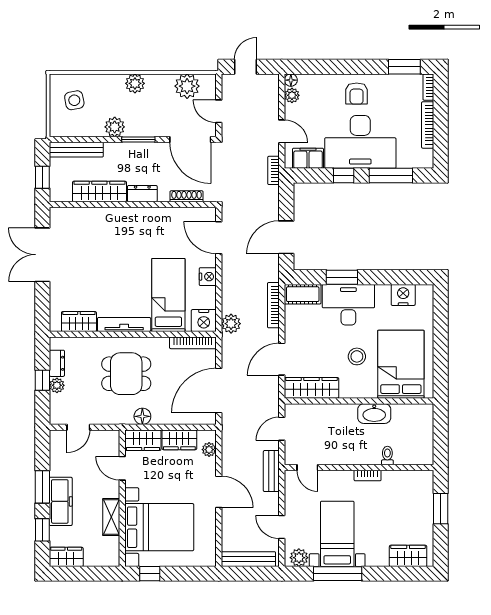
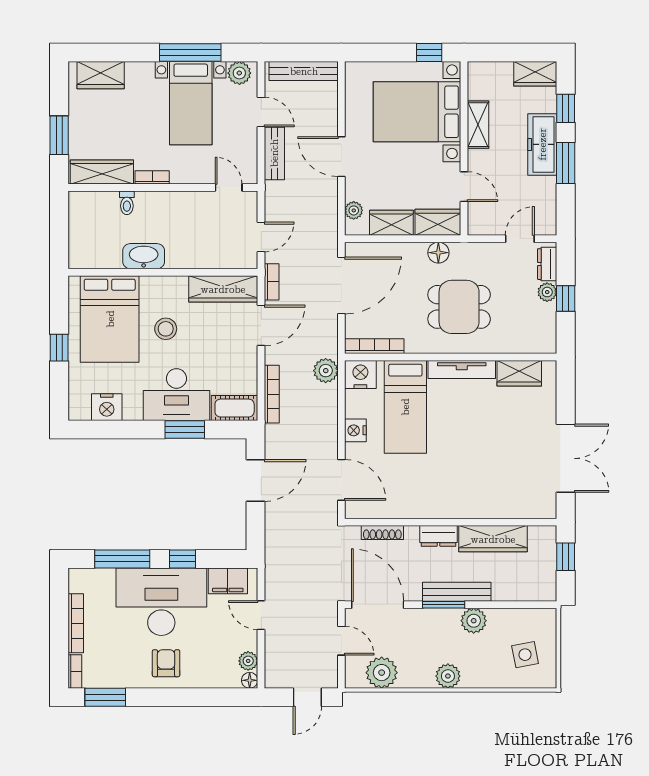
bench: (76, 150) -> (457, 592), moved
bookcase: (274, 170) -> (272, 282), moved
window: (441, 342) -> (59, 348), added
dresser: (57, 363) -> (547, 264), moved
bench: (271, 471) -> (274, 153), moved
wardrobe: (407, 480) -> (102, 172), added

